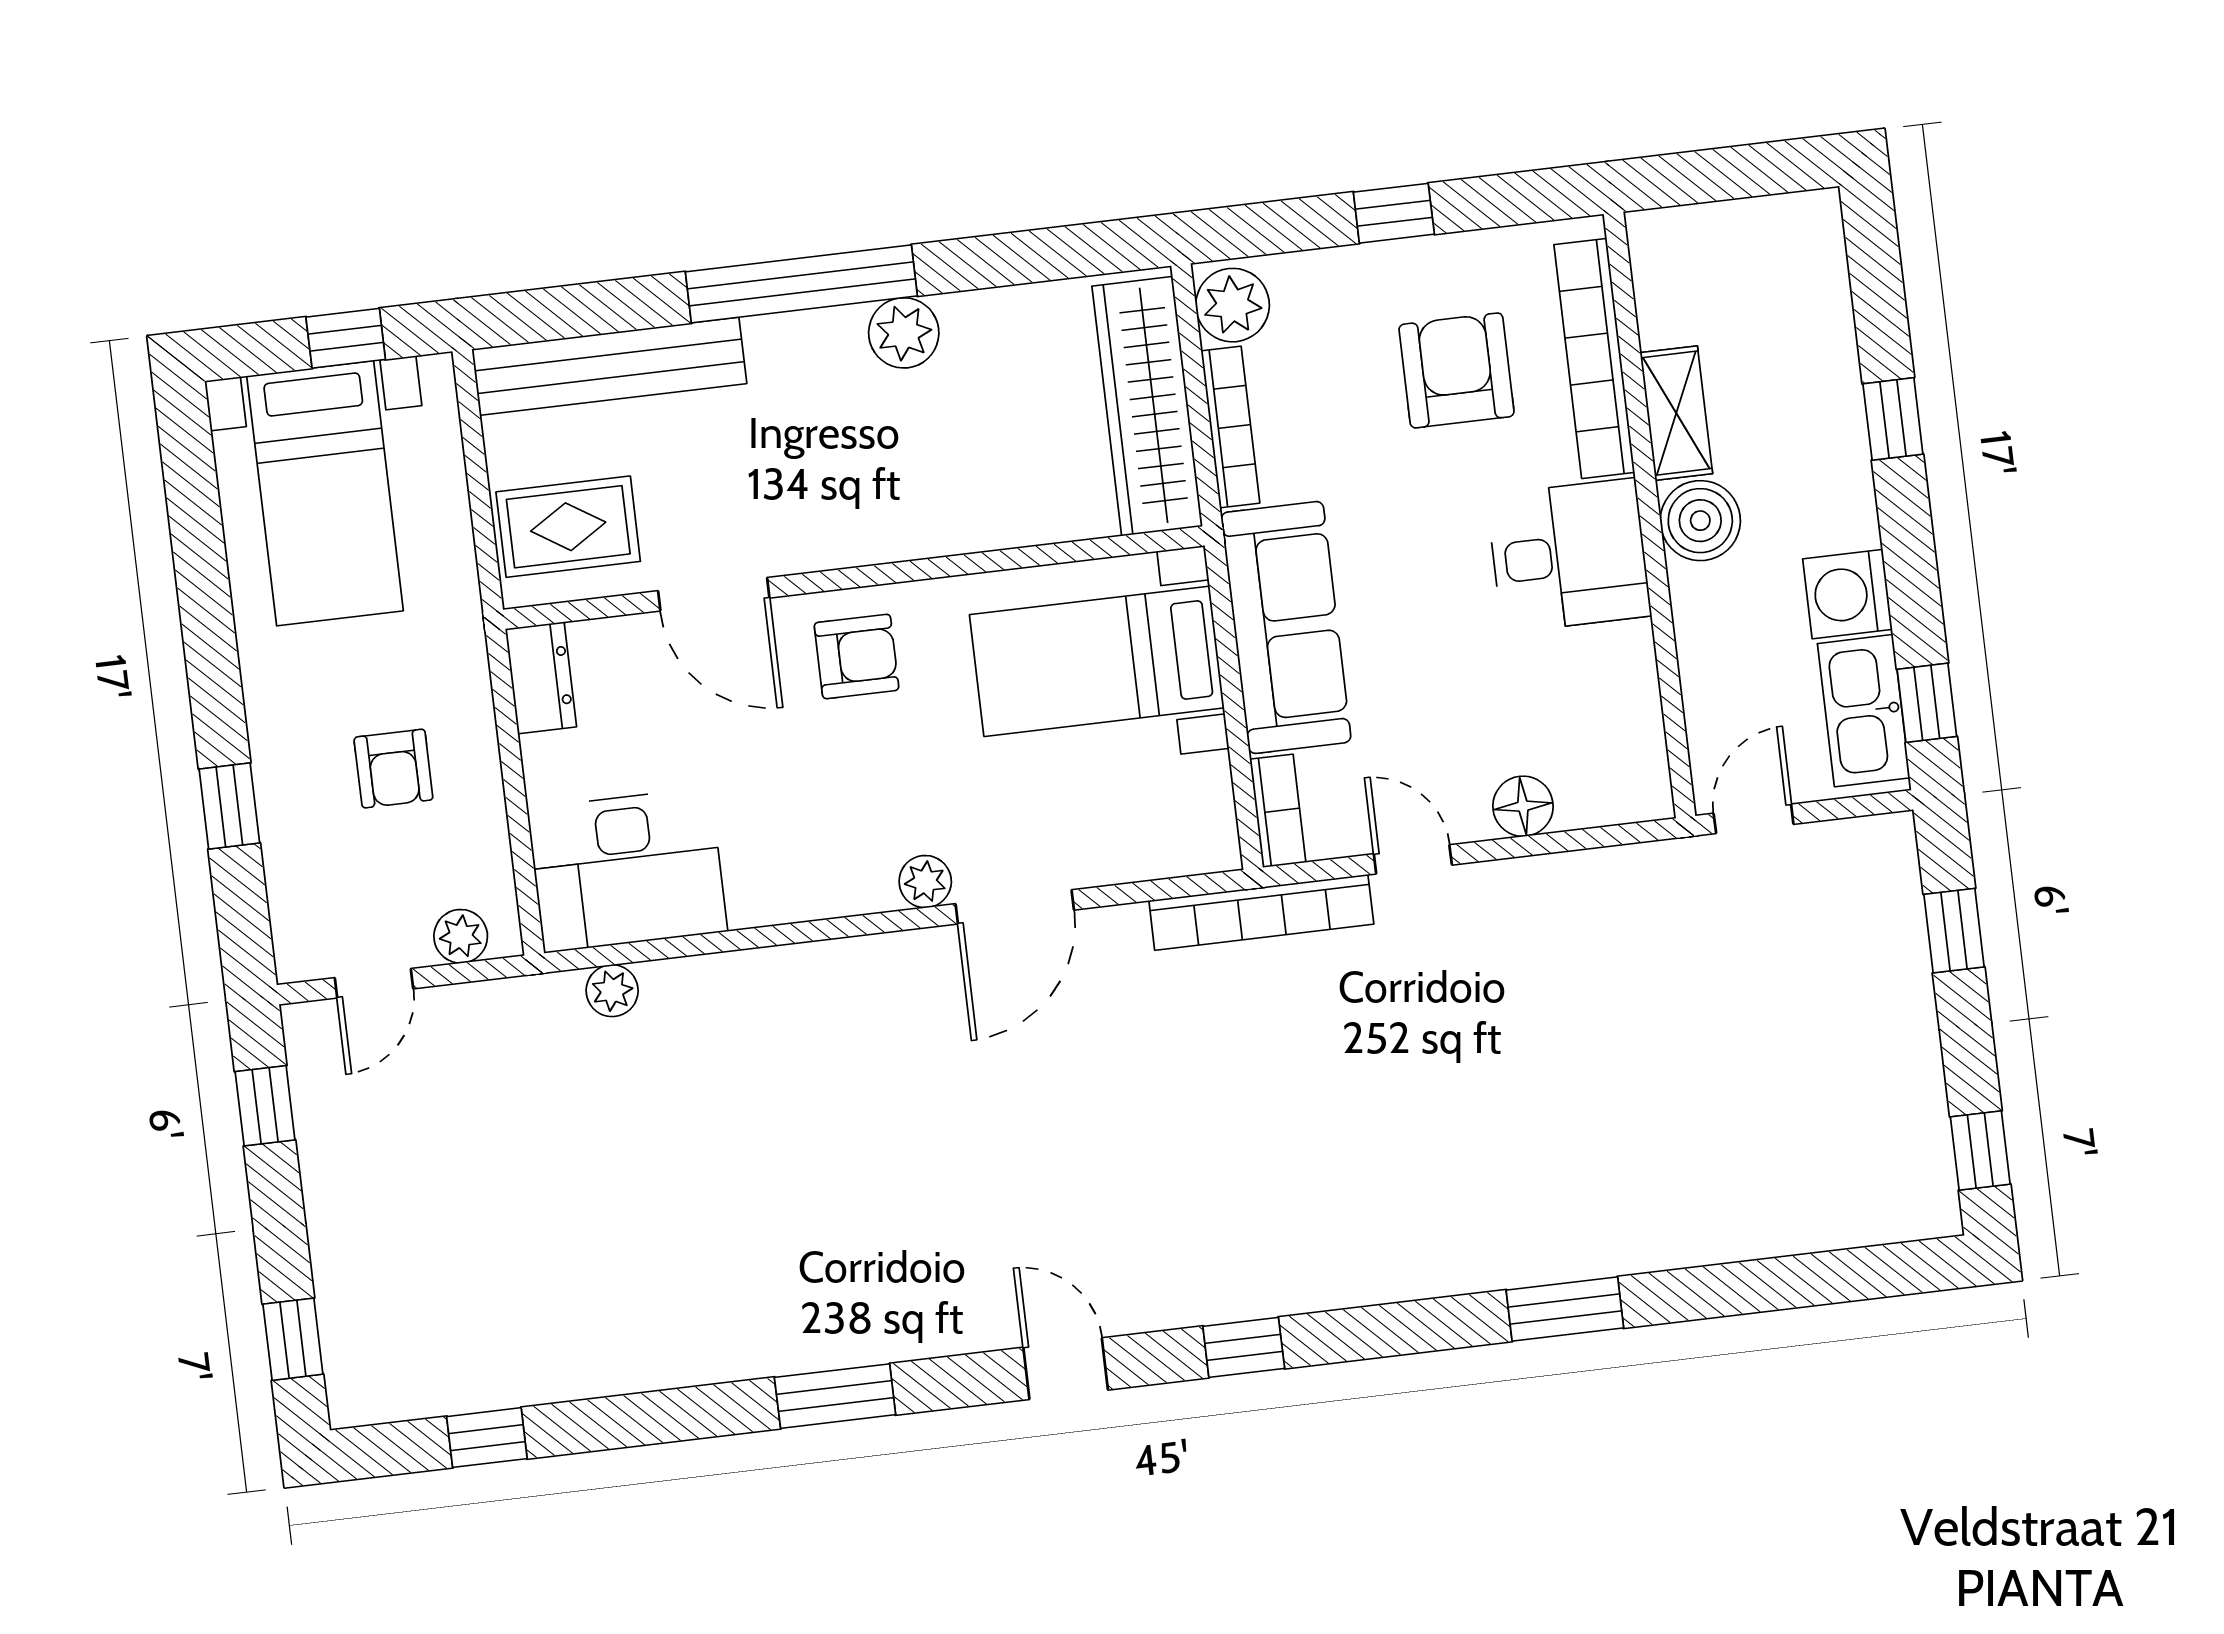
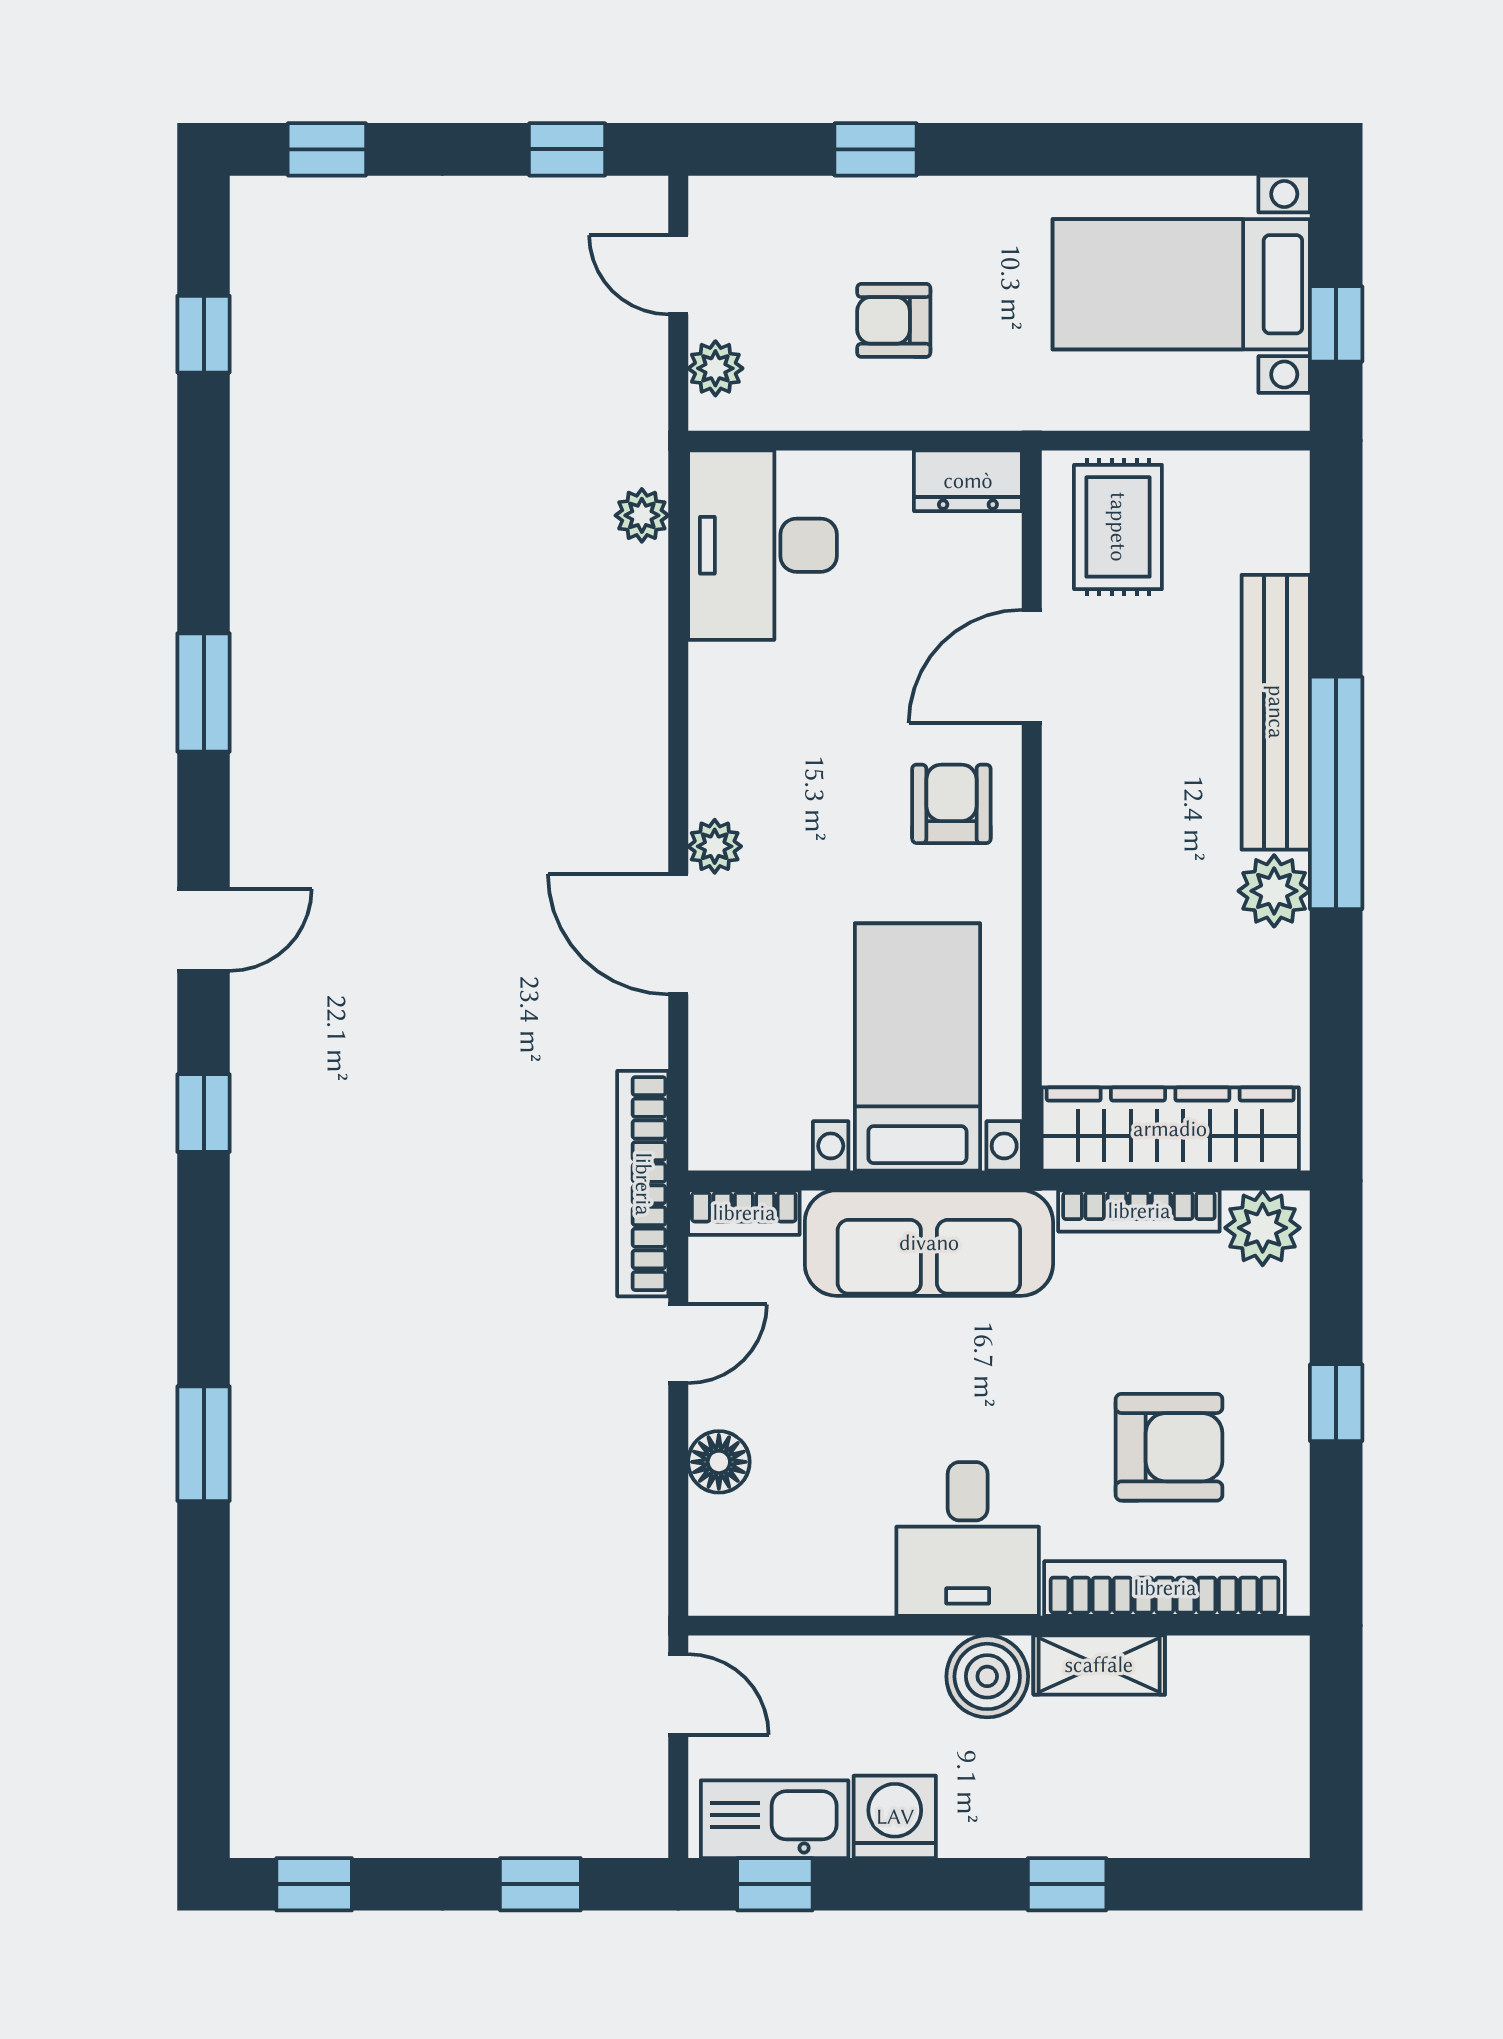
bench: (609, 366) -> (1276, 712), moved
armchair: (857, 656) -> (951, 804), turned 180

